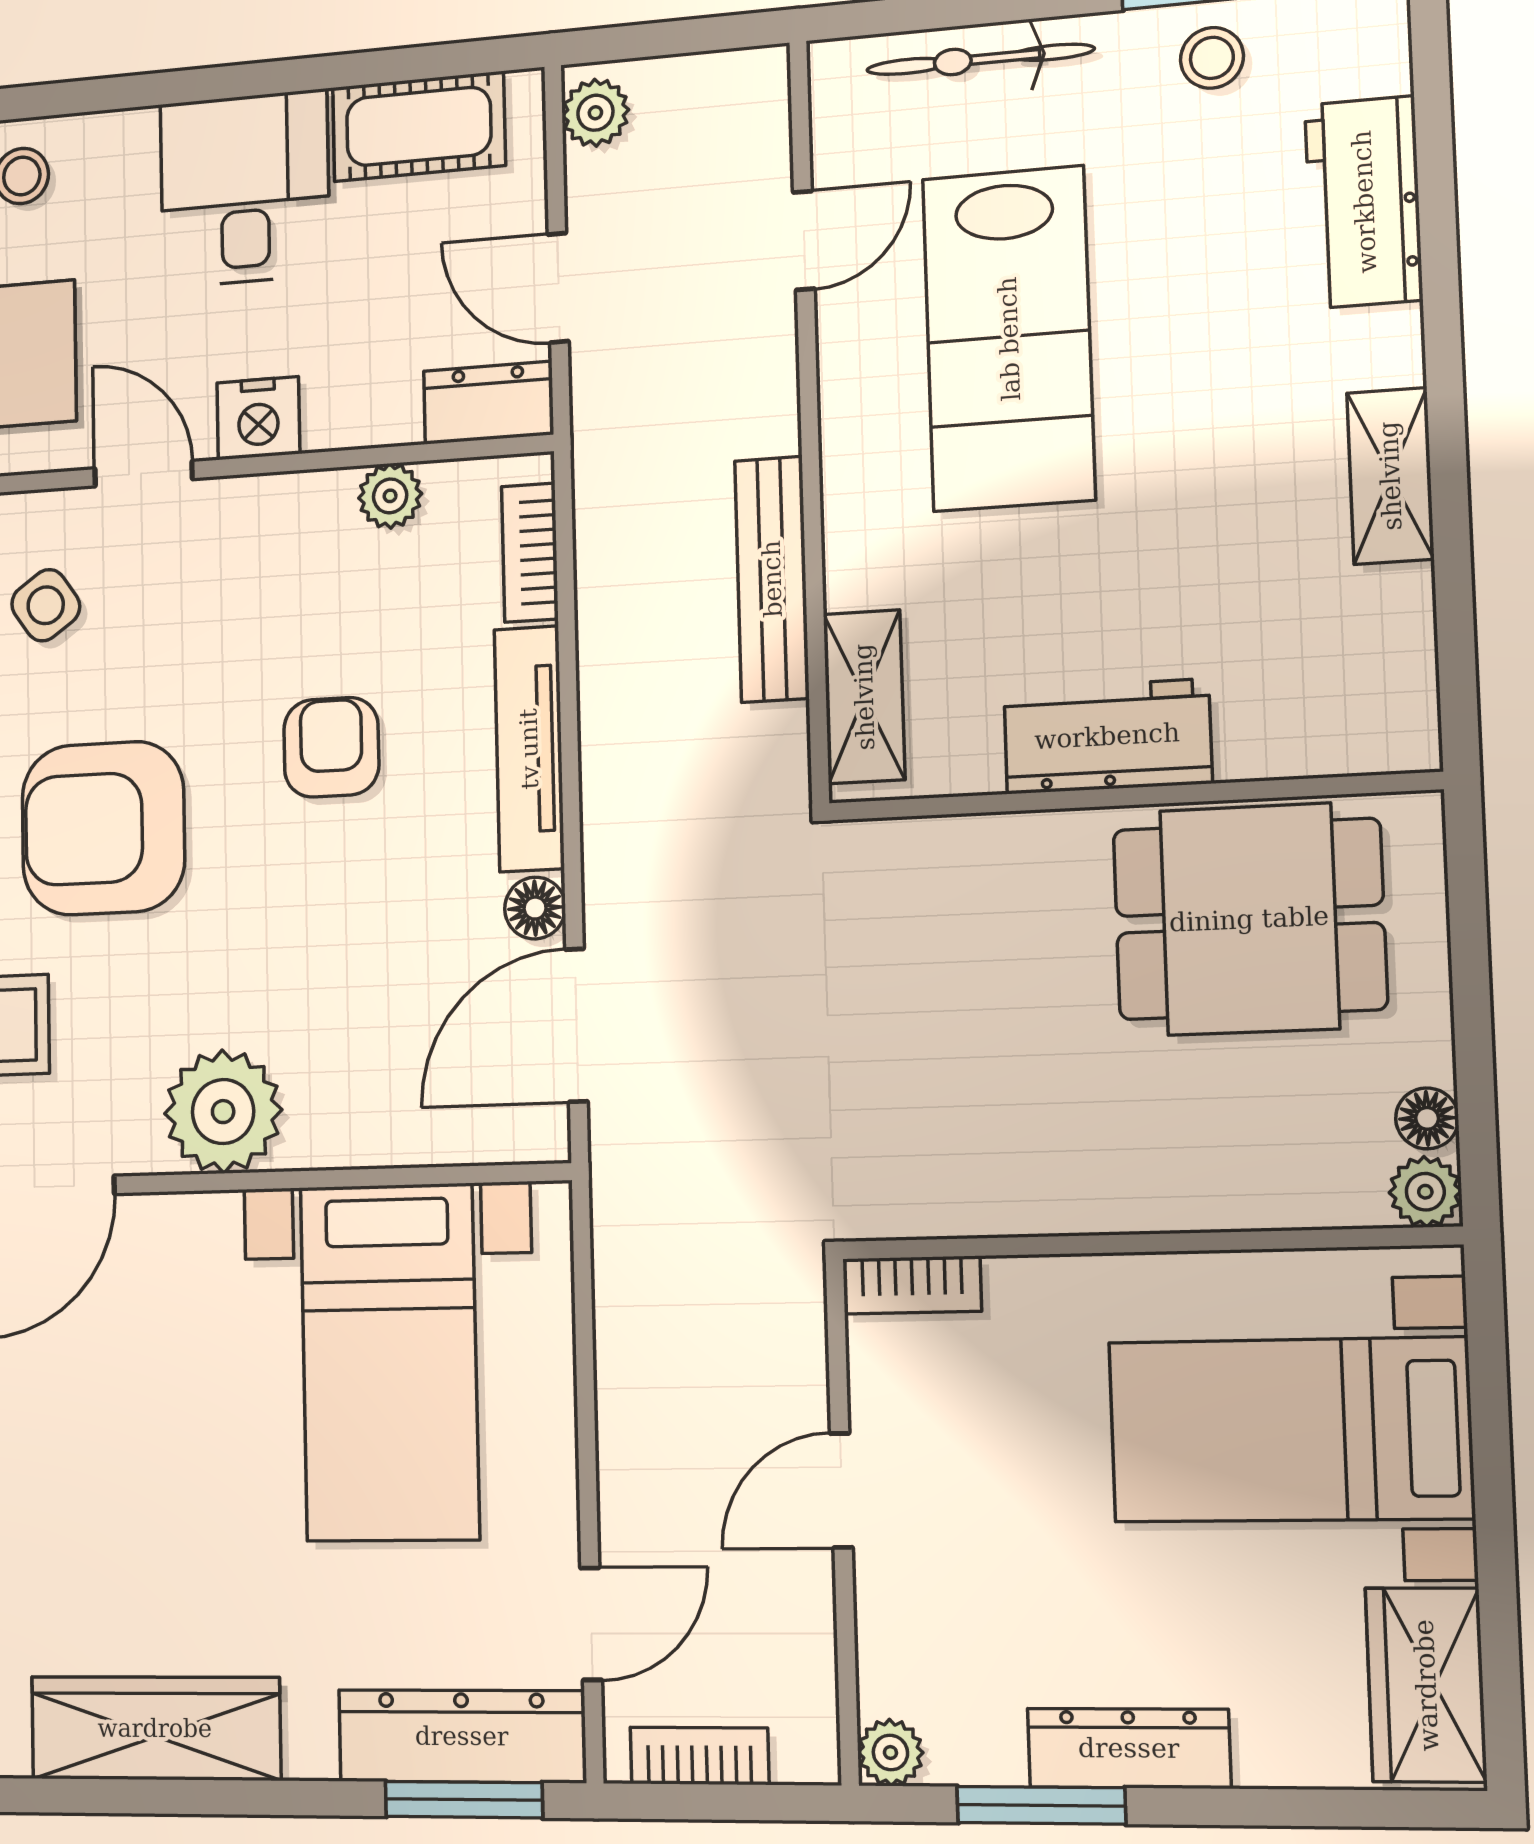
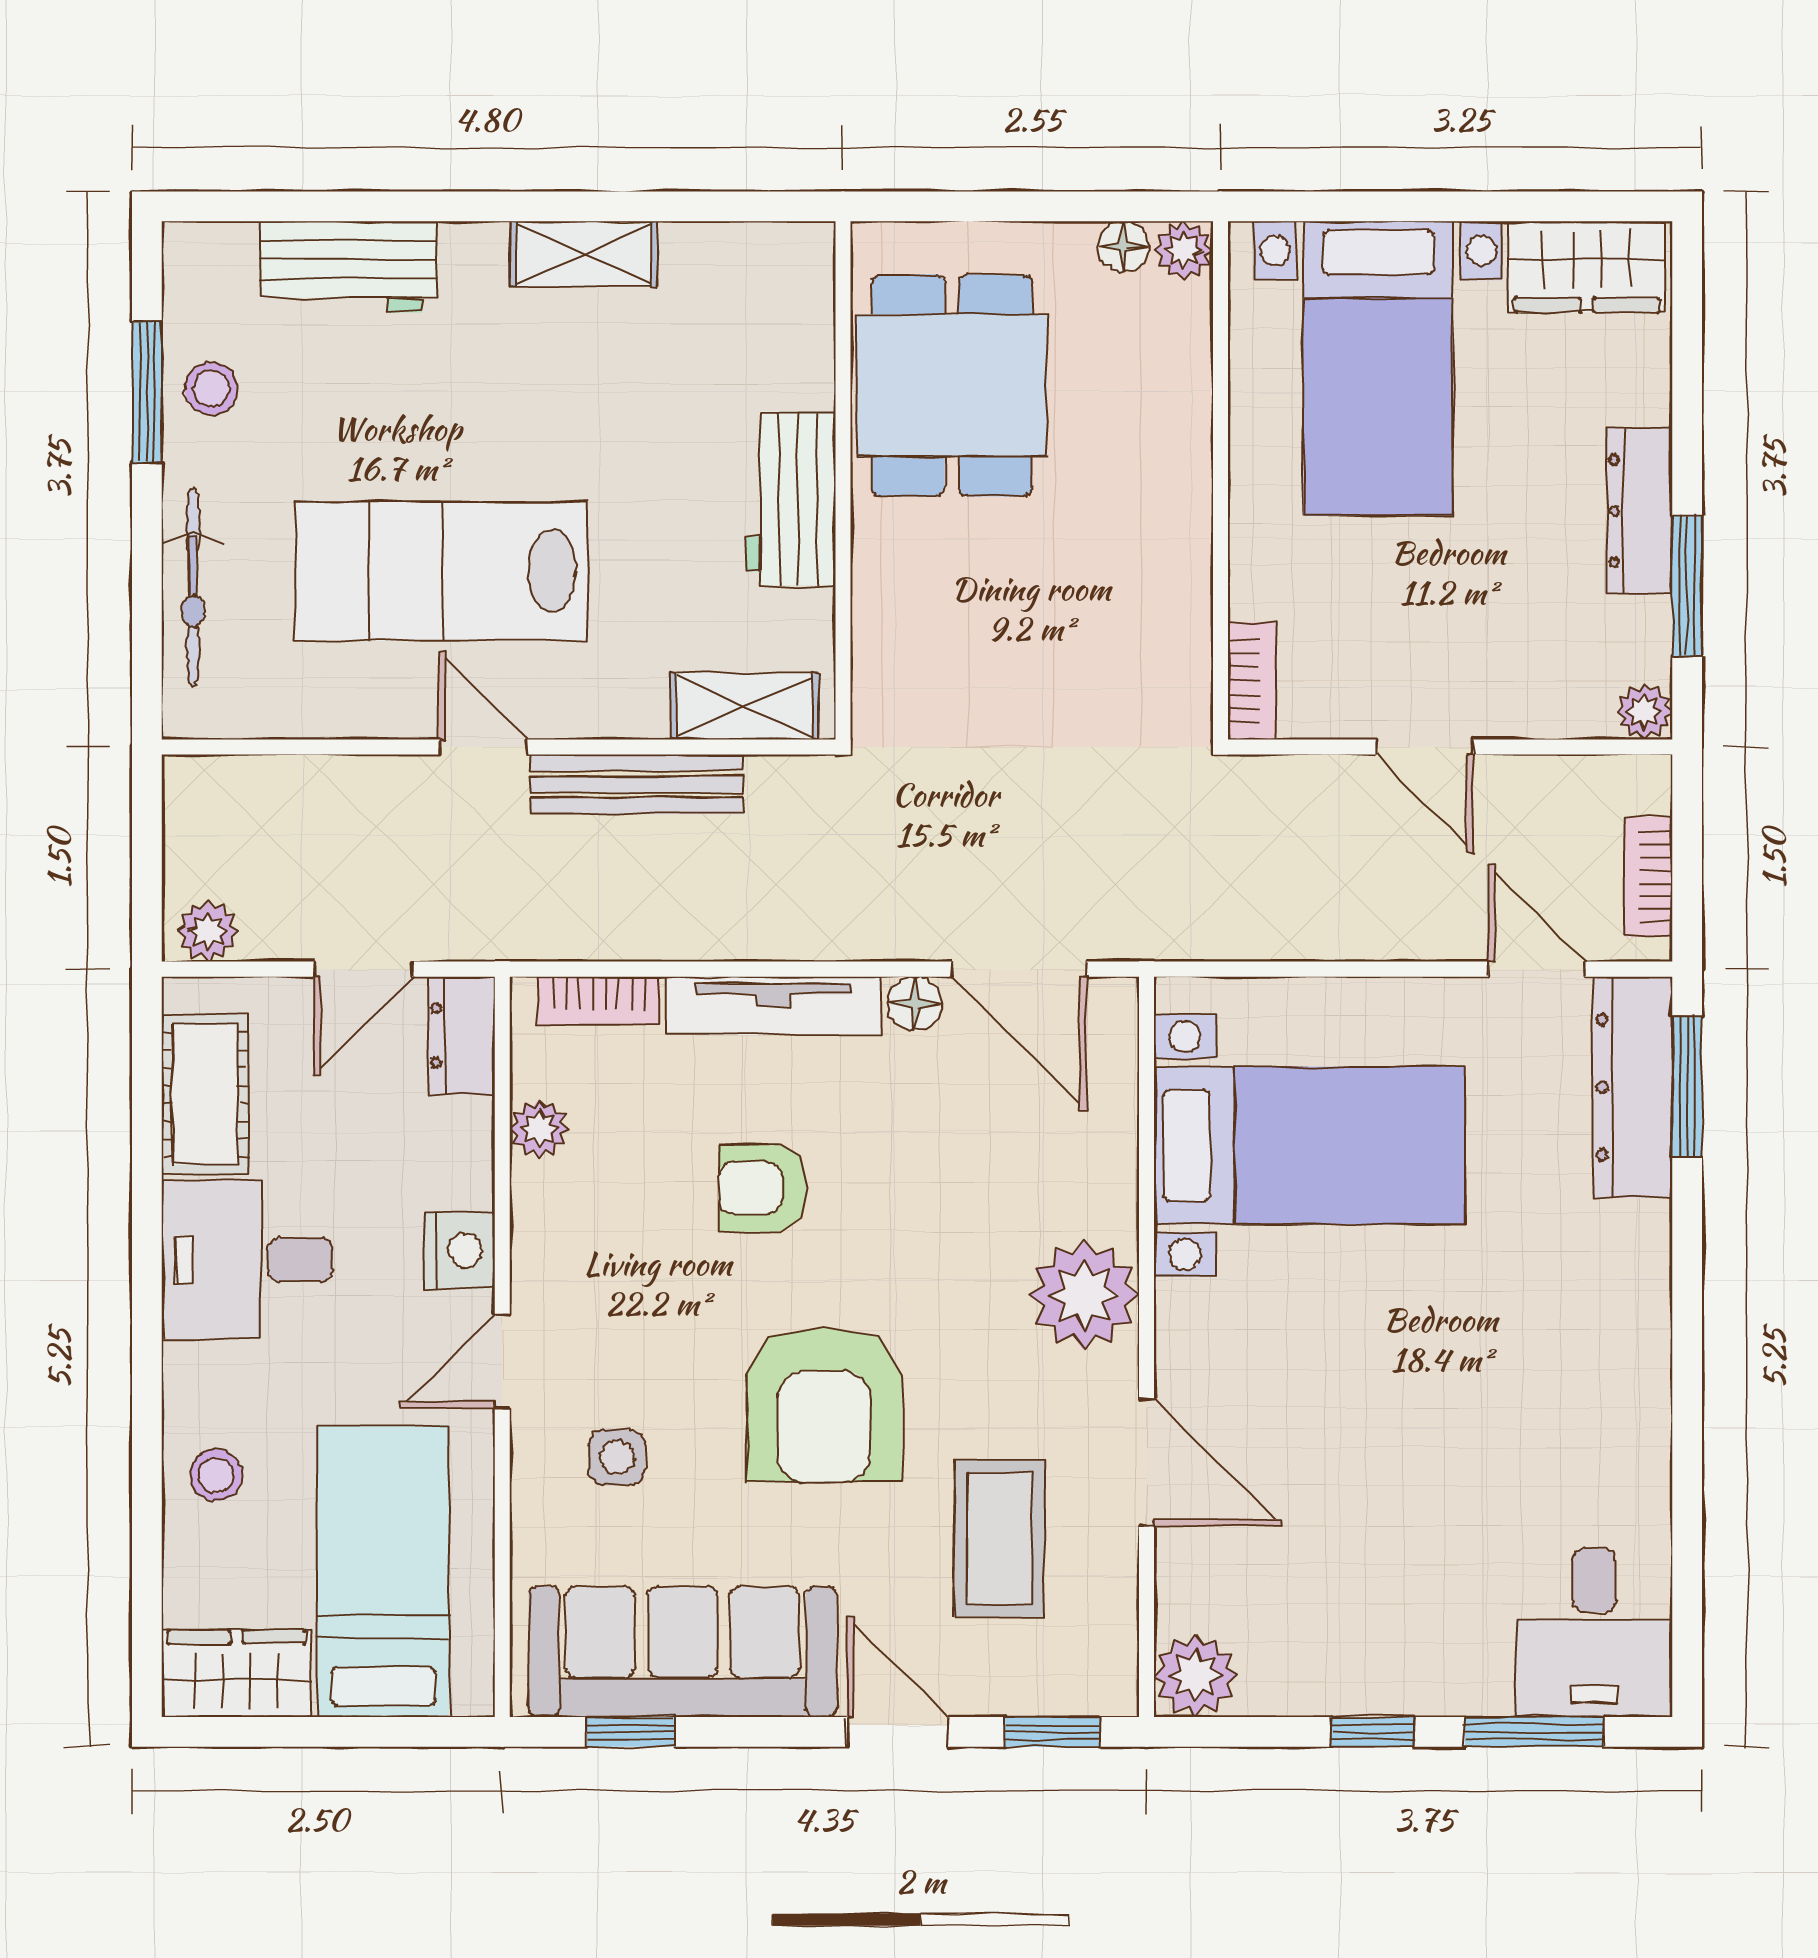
door: (804, 240) -> (483, 747), moved
lab bench: (1009, 339) -> (441, 571), turned 180
side table: (46, 605) -> (617, 1457), turned 35
wardrobe: (155, 1728) -> (1628, 1368), removed

